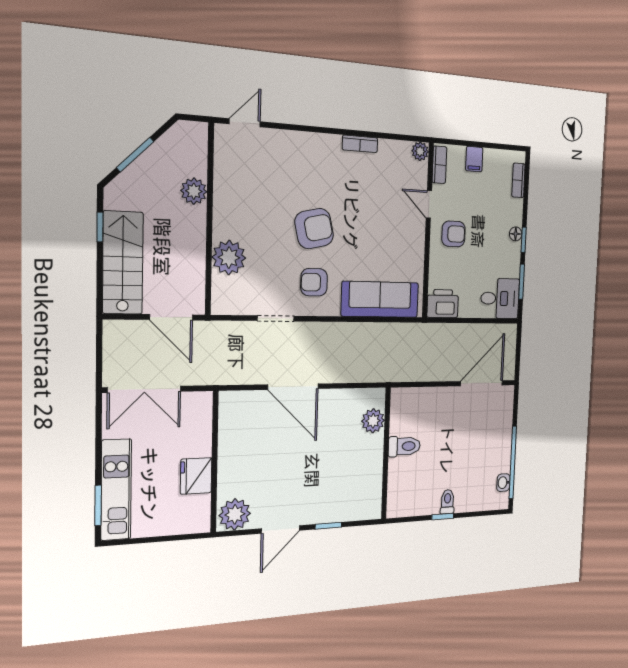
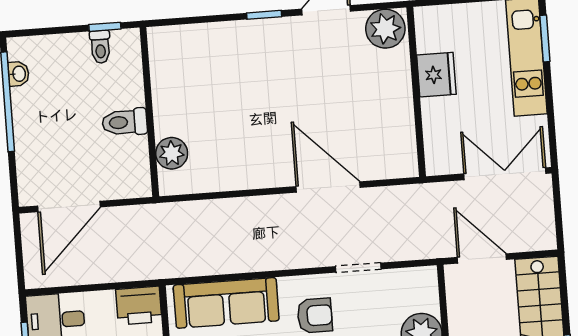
plant: (373, 421) -> (172, 153), moved
toilet: (404, 446) -> (125, 122), moved
wall: (386, 454) -> (149, 112), moved

